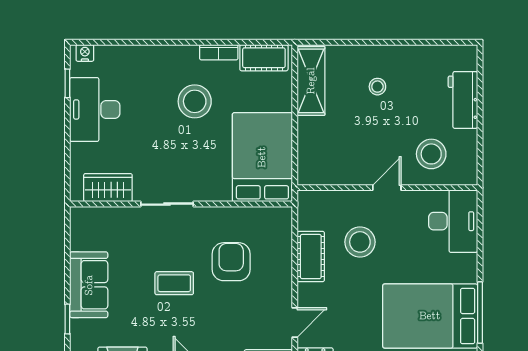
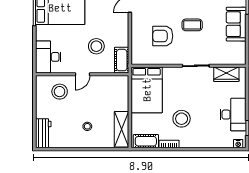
workbench: (463, 100) -> (43, 133), moved
cot: (311, 257) -> (122, 60), moved
armchair: (231, 262) -> (163, 36), turned 90

